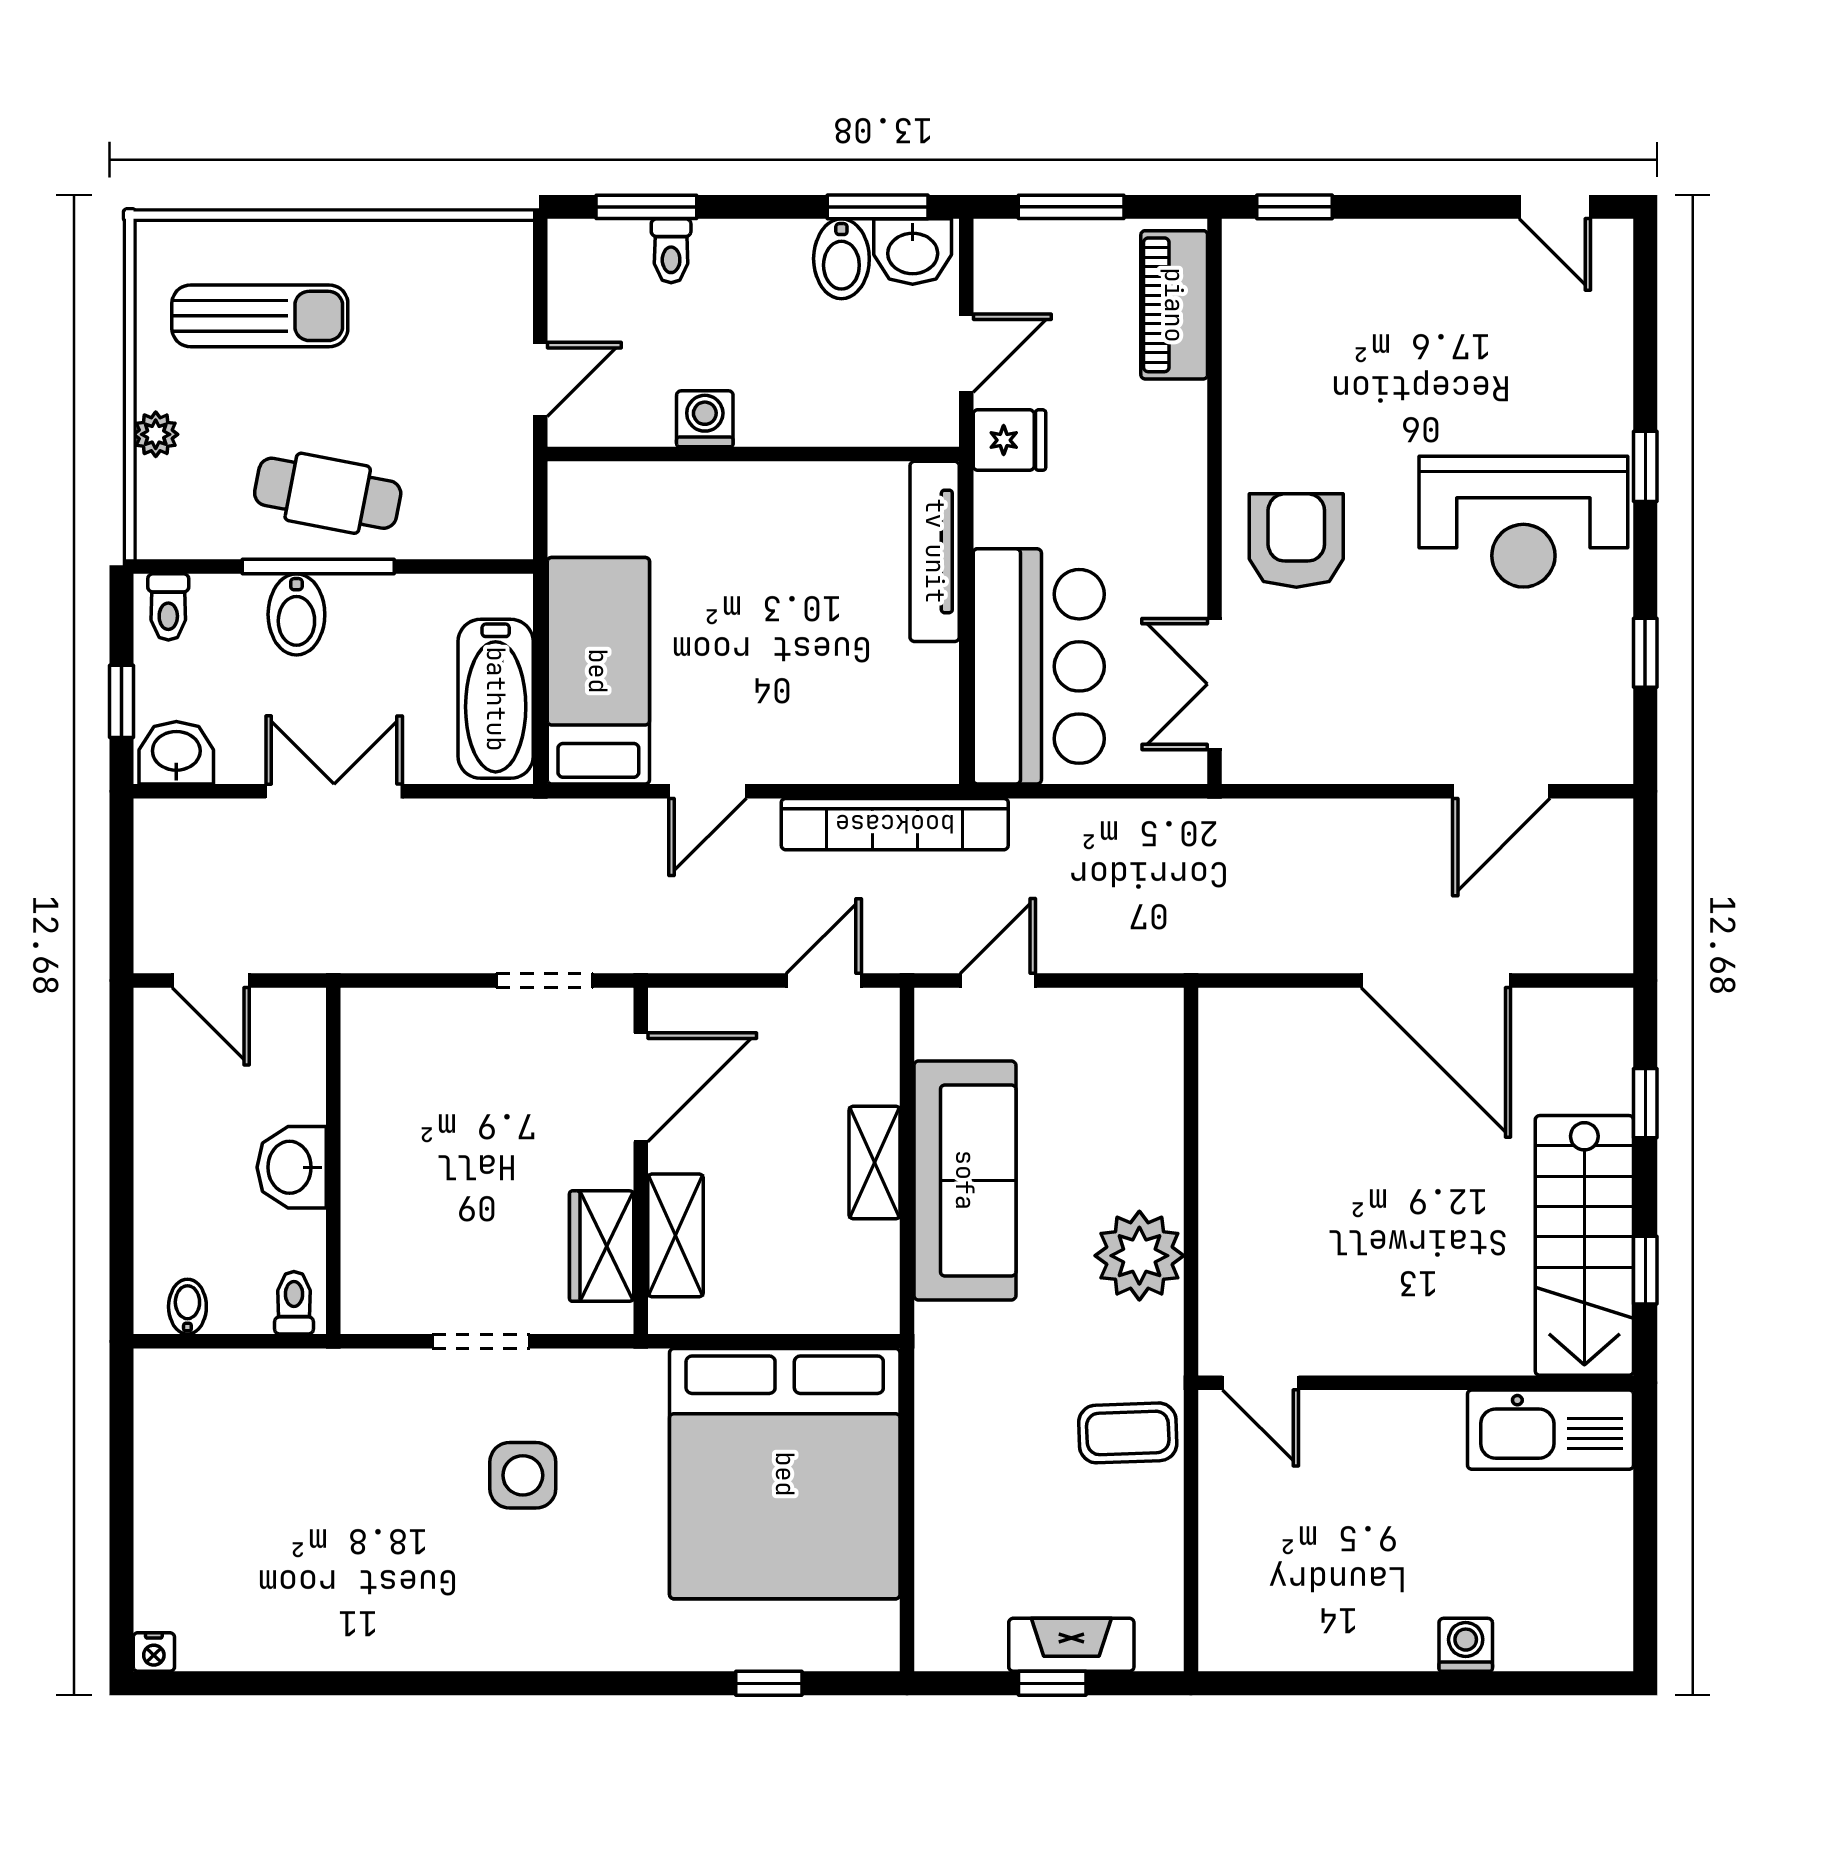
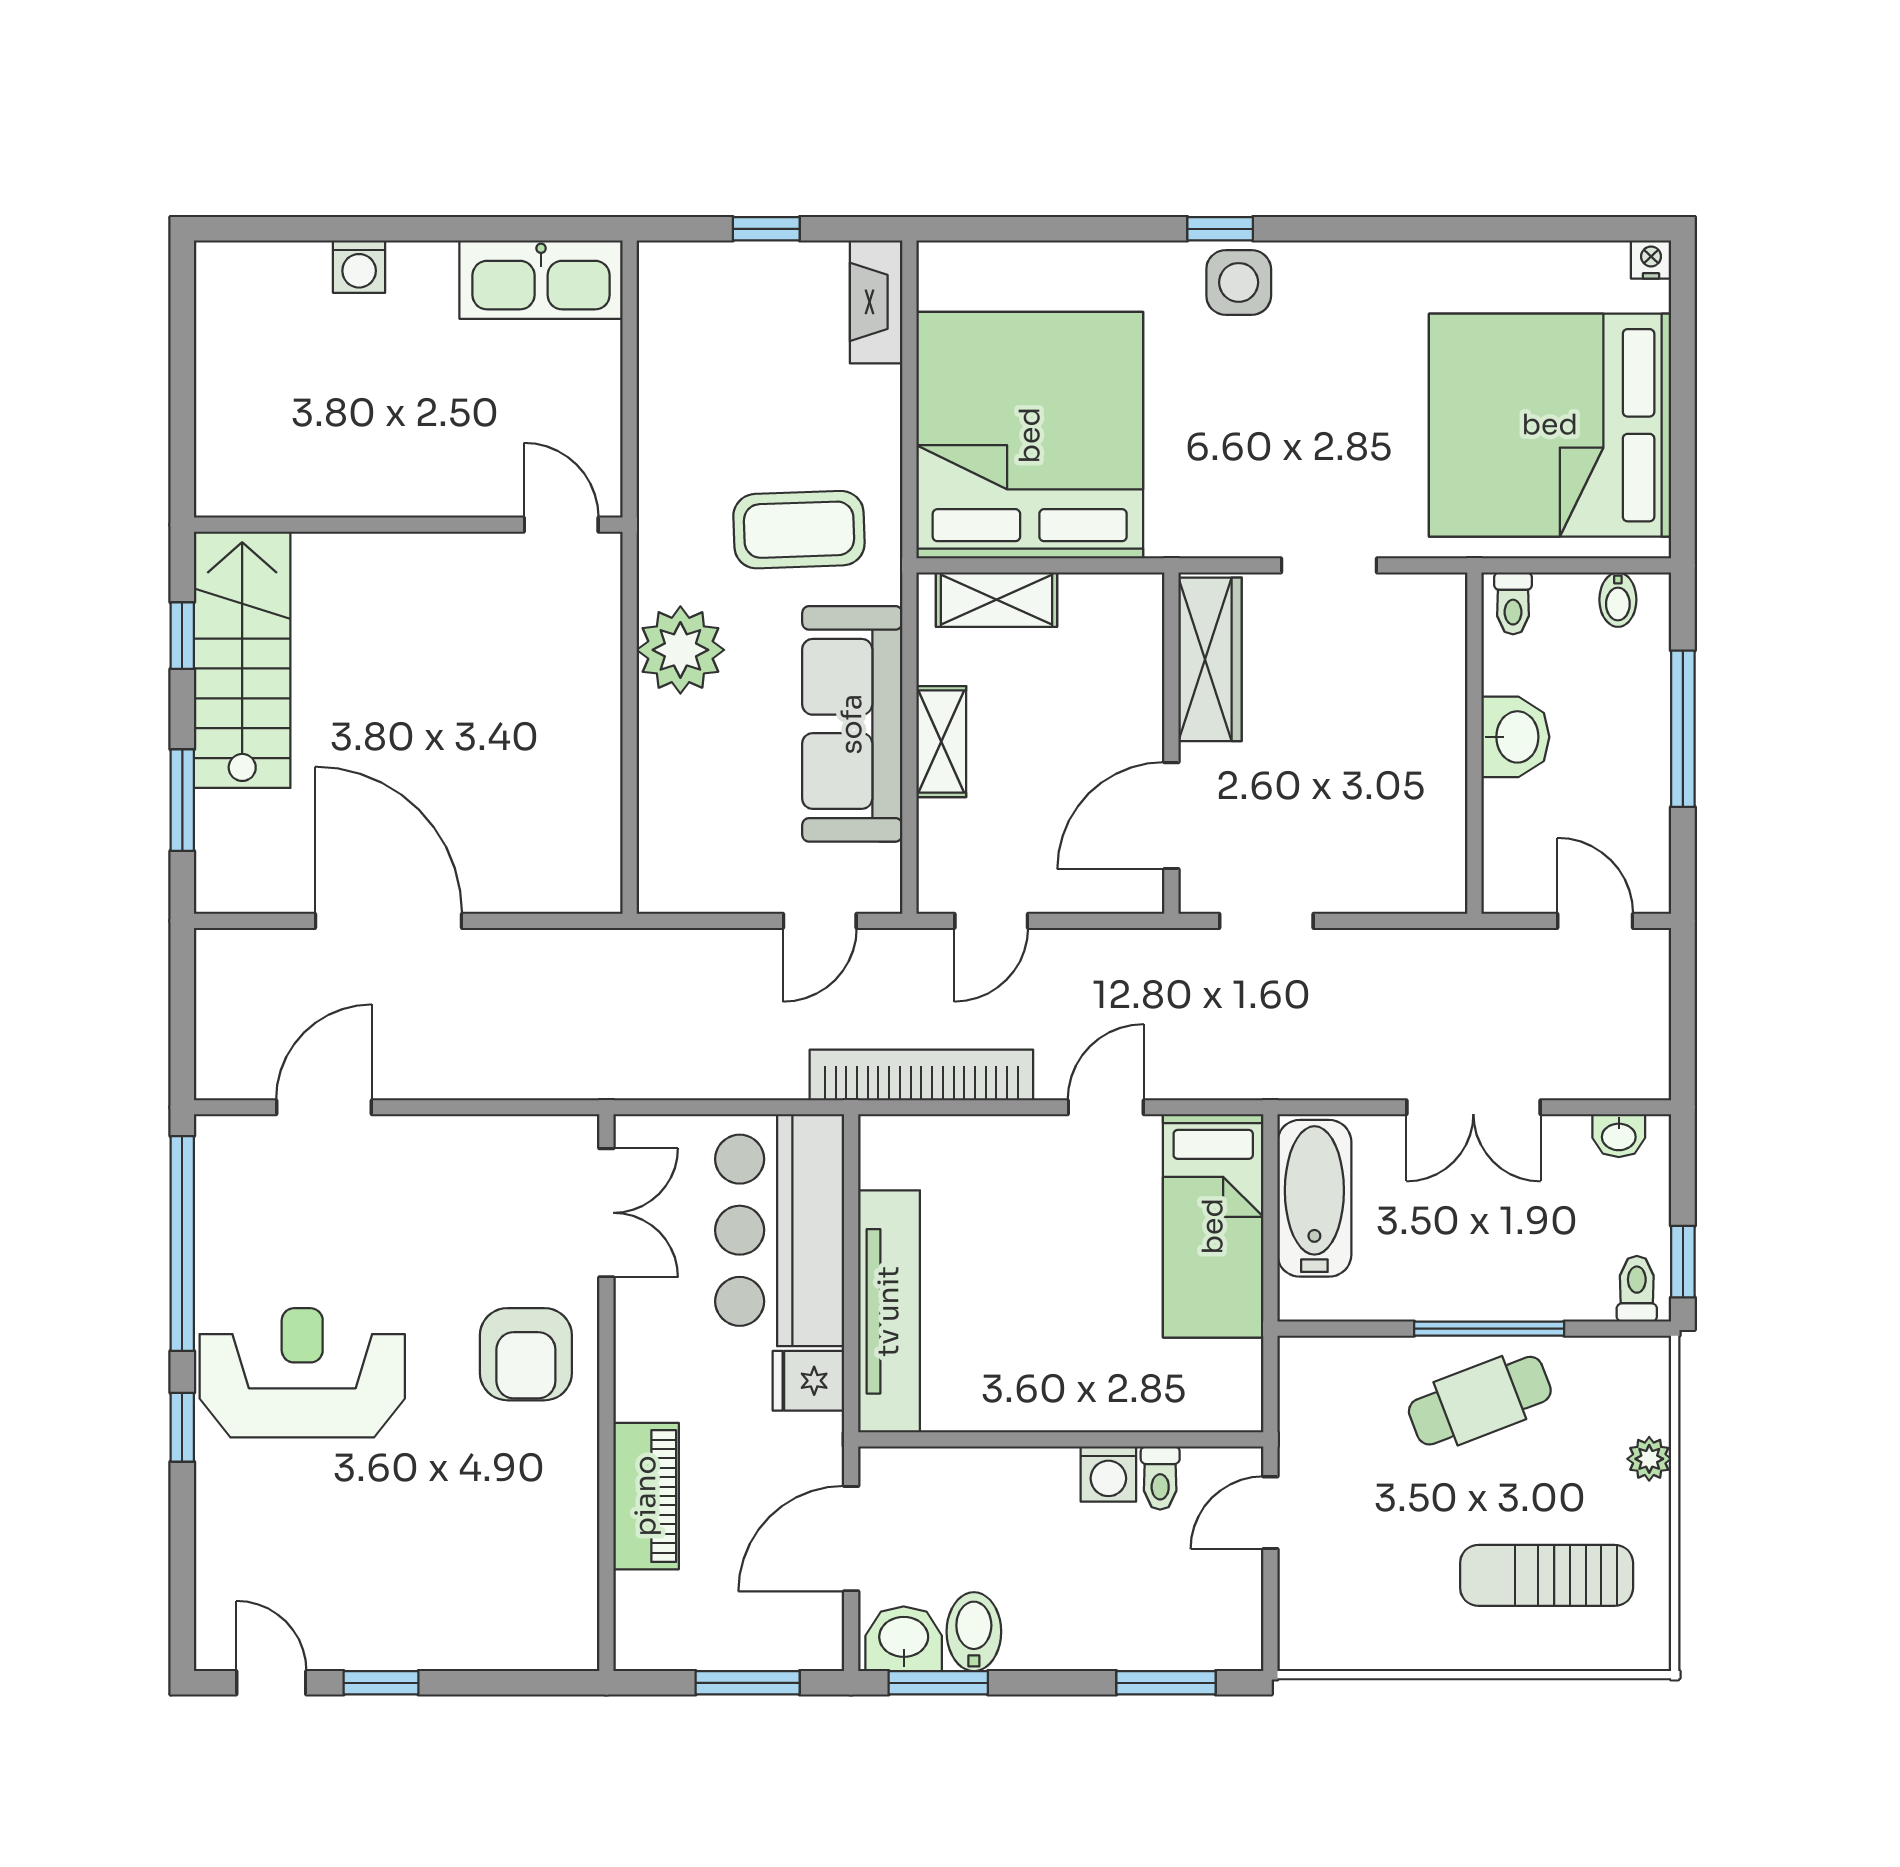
window: (1294, 207) -> (381, 1683), moved
toilet: (671, 251) -> (1160, 1478), moved, turned 180
piano: (1174, 305) -> (646, 1496), moved
door: (966, 353) -> (851, 1539), width x1.37
fridge: (1009, 440) -> (808, 1381), moved
cafe table: (328, 493) -> (1480, 1401), turned -32
tv unit: (935, 551) -> (889, 1311), width x1.36, depth x1.29
bidet: (296, 614) -> (1511, 1281), removed
window: (1645, 653) -> (182, 1244), width x3.17
window: (121, 701) -> (1683, 1262), moved
washbasin: (176, 753) -> (1619, 1136), width x0.72, depth x0.69
window: (1645, 1103) -> (182, 800), width x1.50
window: (121, 1176) -> (1683, 729), added
shelving: (676, 1235) -> (997, 600), moved, turned 90
wardrobe: (602, 1246) -> (1210, 659), width x1.50
kitchen sink: (1550, 1430) -> (541, 280), moved, turned 180
coffee table: (1128, 1433) -> (799, 530), moved, width x1.36, depth x1.30
side table: (523, 1475) -> (1239, 282), moved
bed: (256, 1484) -> (1550, 425), added
fireplace: (1071, 1645) -> (876, 302), moved, turned 90
window: (769, 1683) -> (1220, 229), moved

